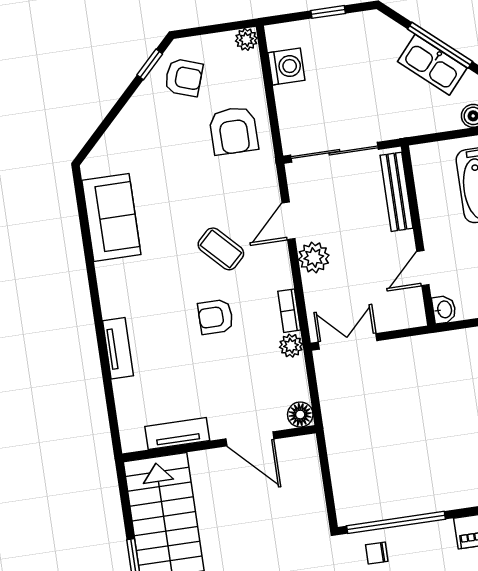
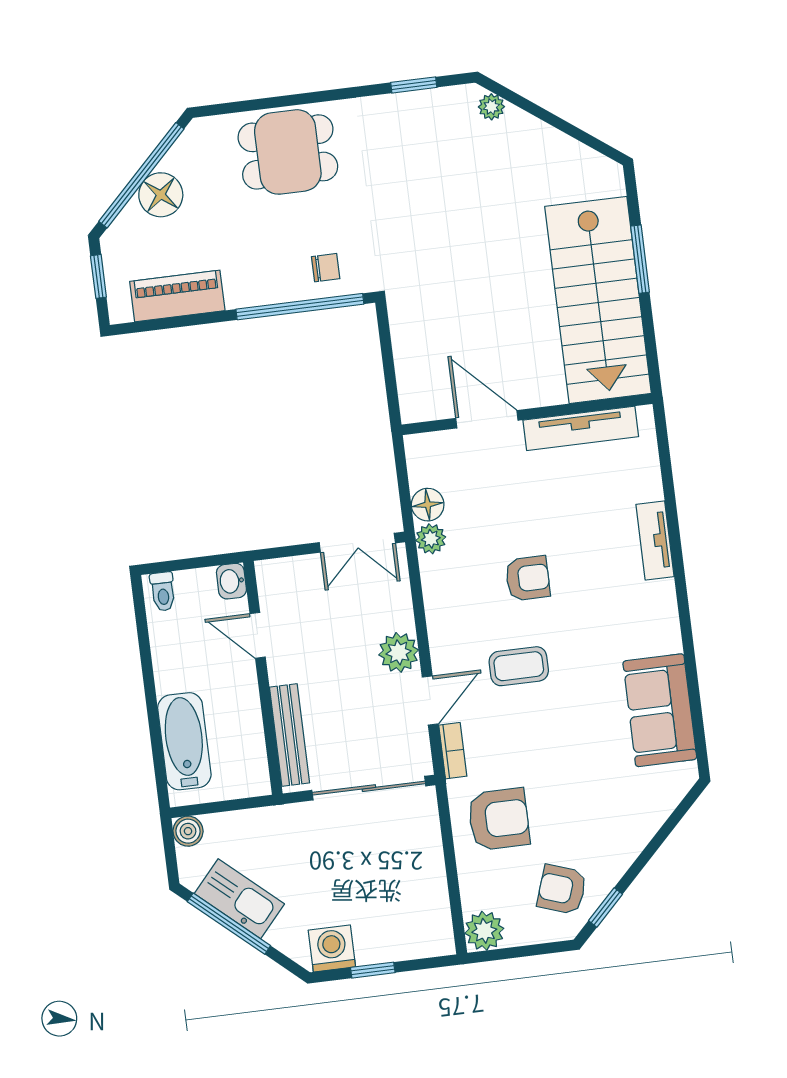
plant: (246, 39) -> (484, 931), width x1.38, depth x1.38
washing machine: (286, 67) -> (332, 948), moved, turned 90
armchair: (234, 131) -> (499, 819), turned 90
coffee table: (221, 249) -> (519, 666), turned -46
door: (423, 268) -> (258, 635), swing flipped
bookcase: (289, 311) -> (453, 751), moved
floor lamp: (300, 415) -> (428, 505), moved
tv unit: (177, 433) -> (581, 428), width x1.41

